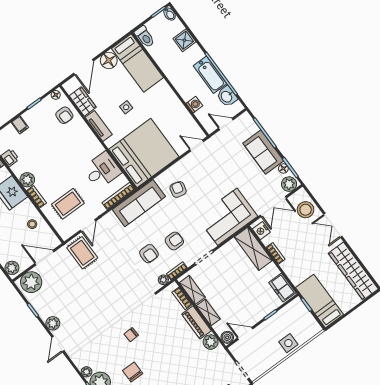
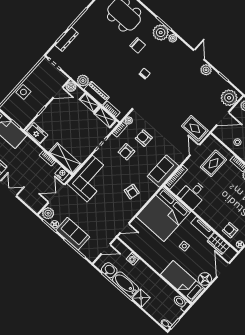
shower: (184, 40) -> (141, 298), moved
sofa: (139, 203) -> (163, 171), width x0.73
stool: (306, 210) -> (31, 196), removed

